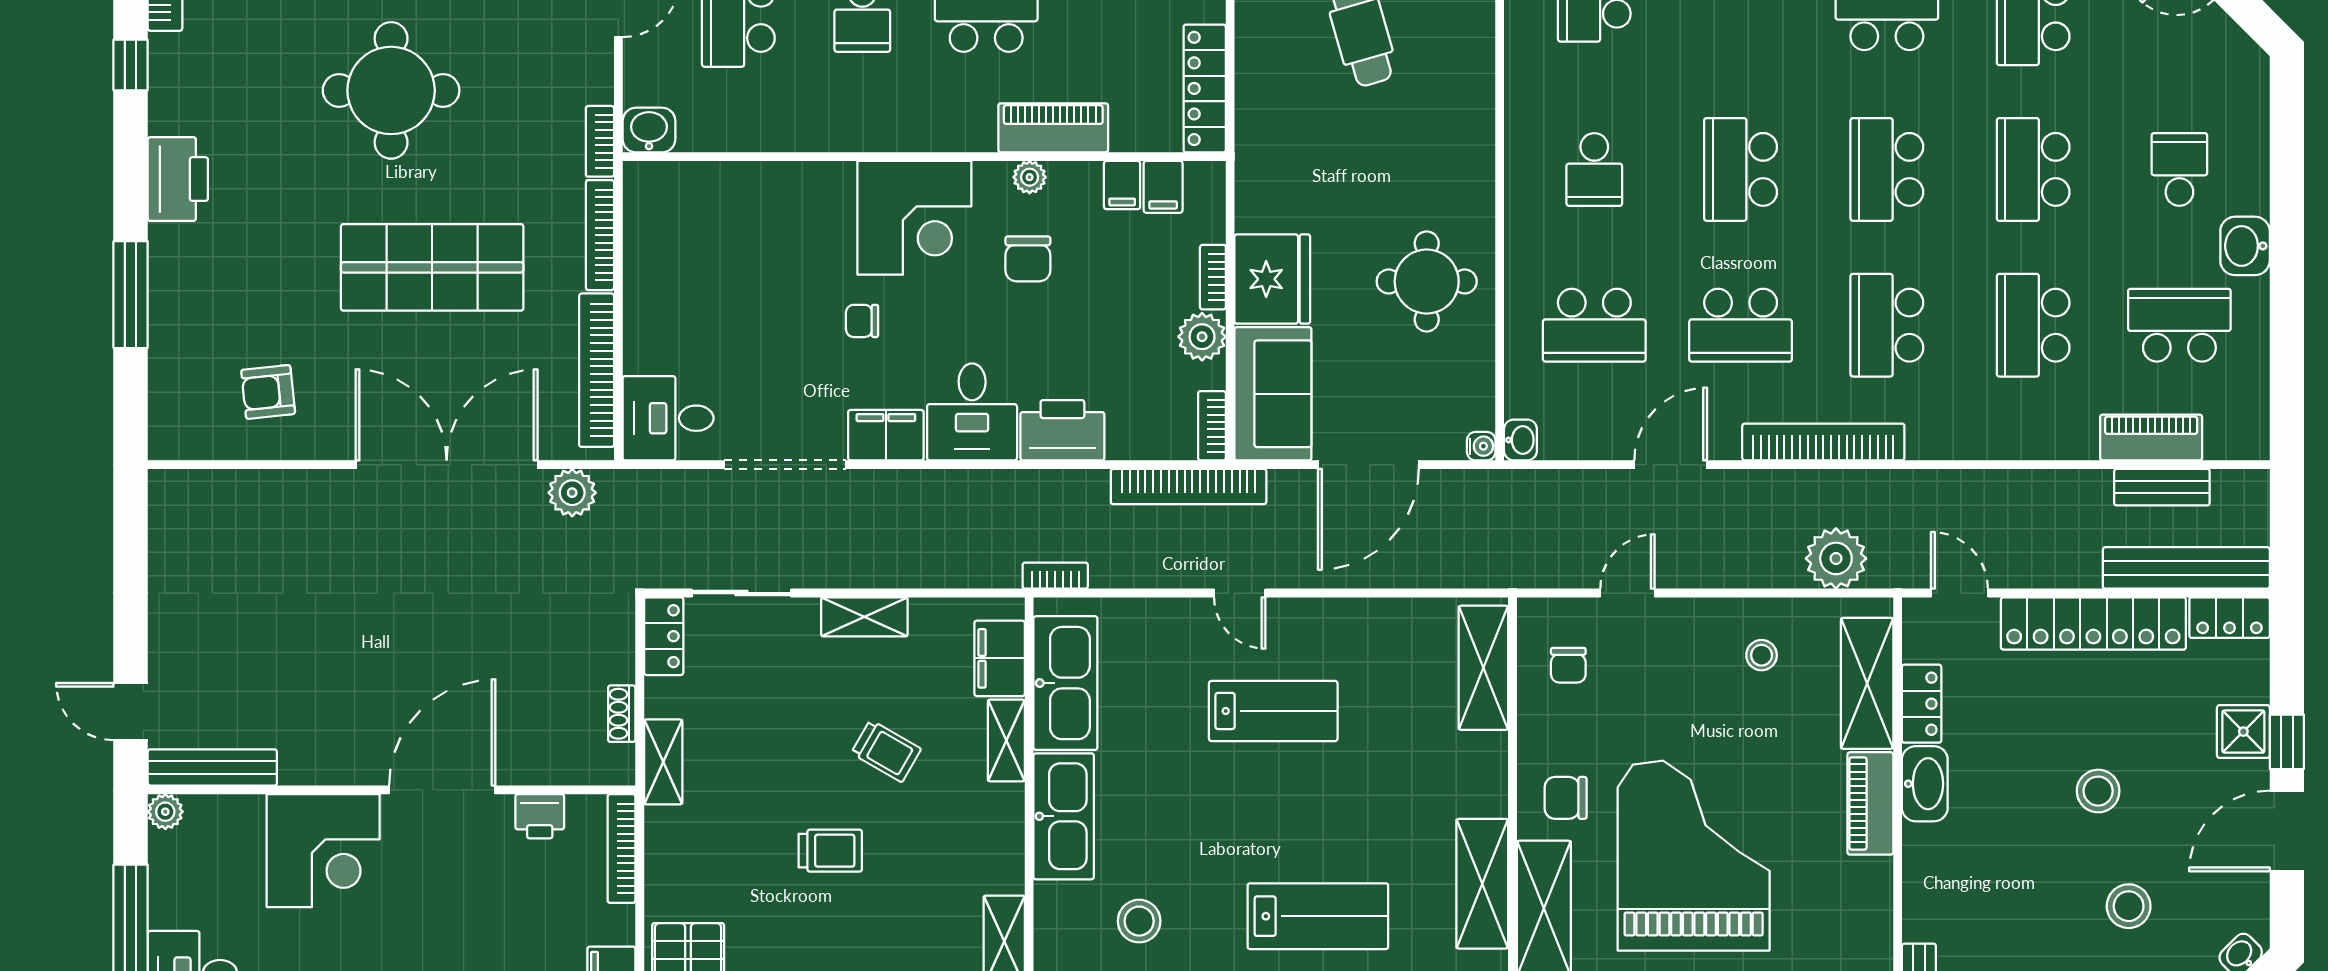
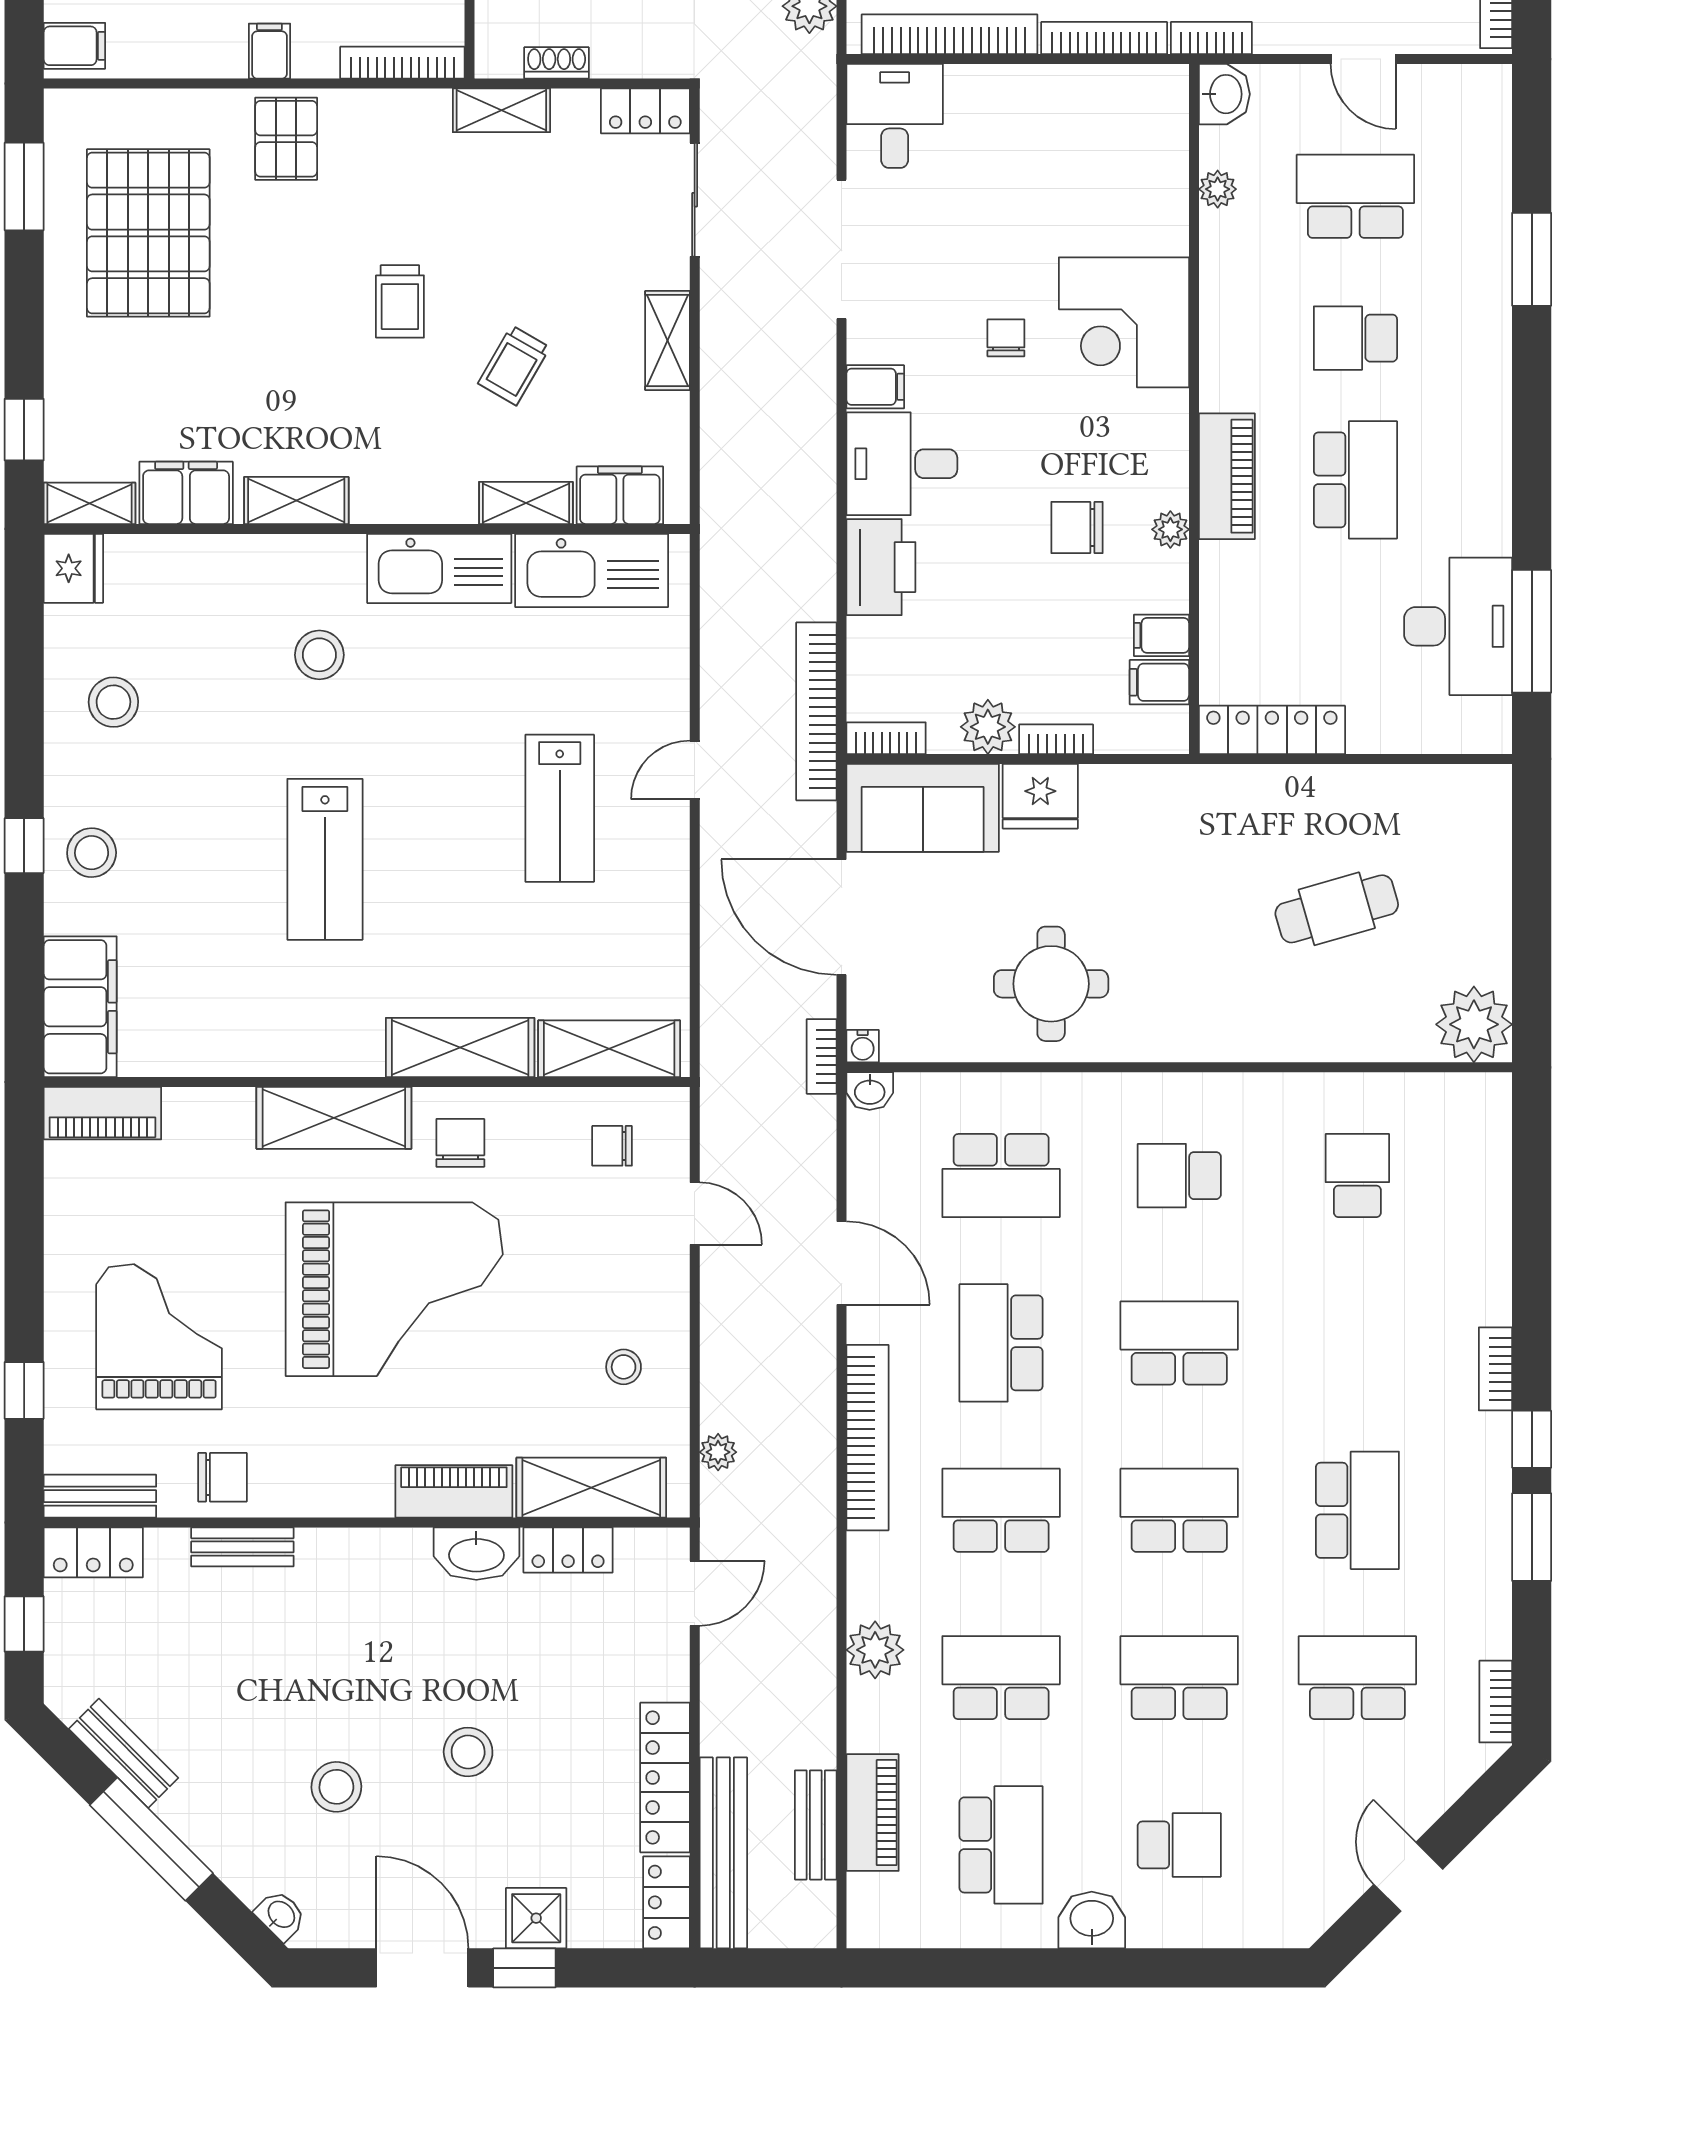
piano: (1053, 128) -> (1227, 476), moved
plant: (732, 136) -> (1218, 189), added
corner desk: (914, 218) -> (1124, 322), moved
fridge: (1272, 279) -> (1040, 796), width x0.73, depth x0.75
school desk: (1594, 325) -> (1001, 1176), turned -90
filing cabinet: (886, 435) -> (875, 387), width x0.50
plant: (2009, 435) -> (875, 1650), added
plant: (1836, 558) -> (718, 1452), width x0.53, depth x0.53
bookcase: (1055, 576) -> (822, 1056), moved, turned 180
locker: (2093, 623) -> (665, 1778), width x0.71, depth x0.83
shelving: (1482, 884) -> (460, 1047), moved

